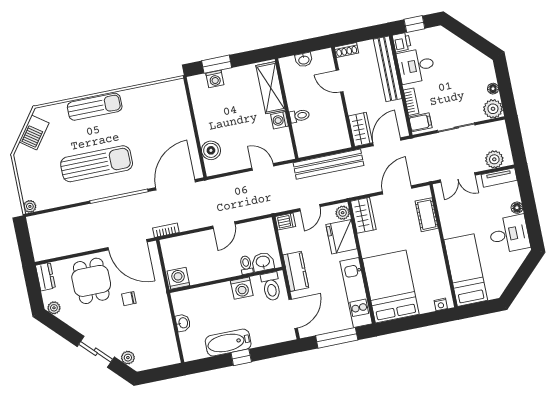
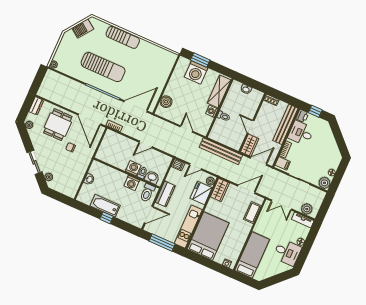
washing machine: (215, 79) -> (196, 72), width x1.89, depth x1.89
door: (340, 81) -> (251, 127), moved
washing machine: (178, 278) -> (133, 168), moved

